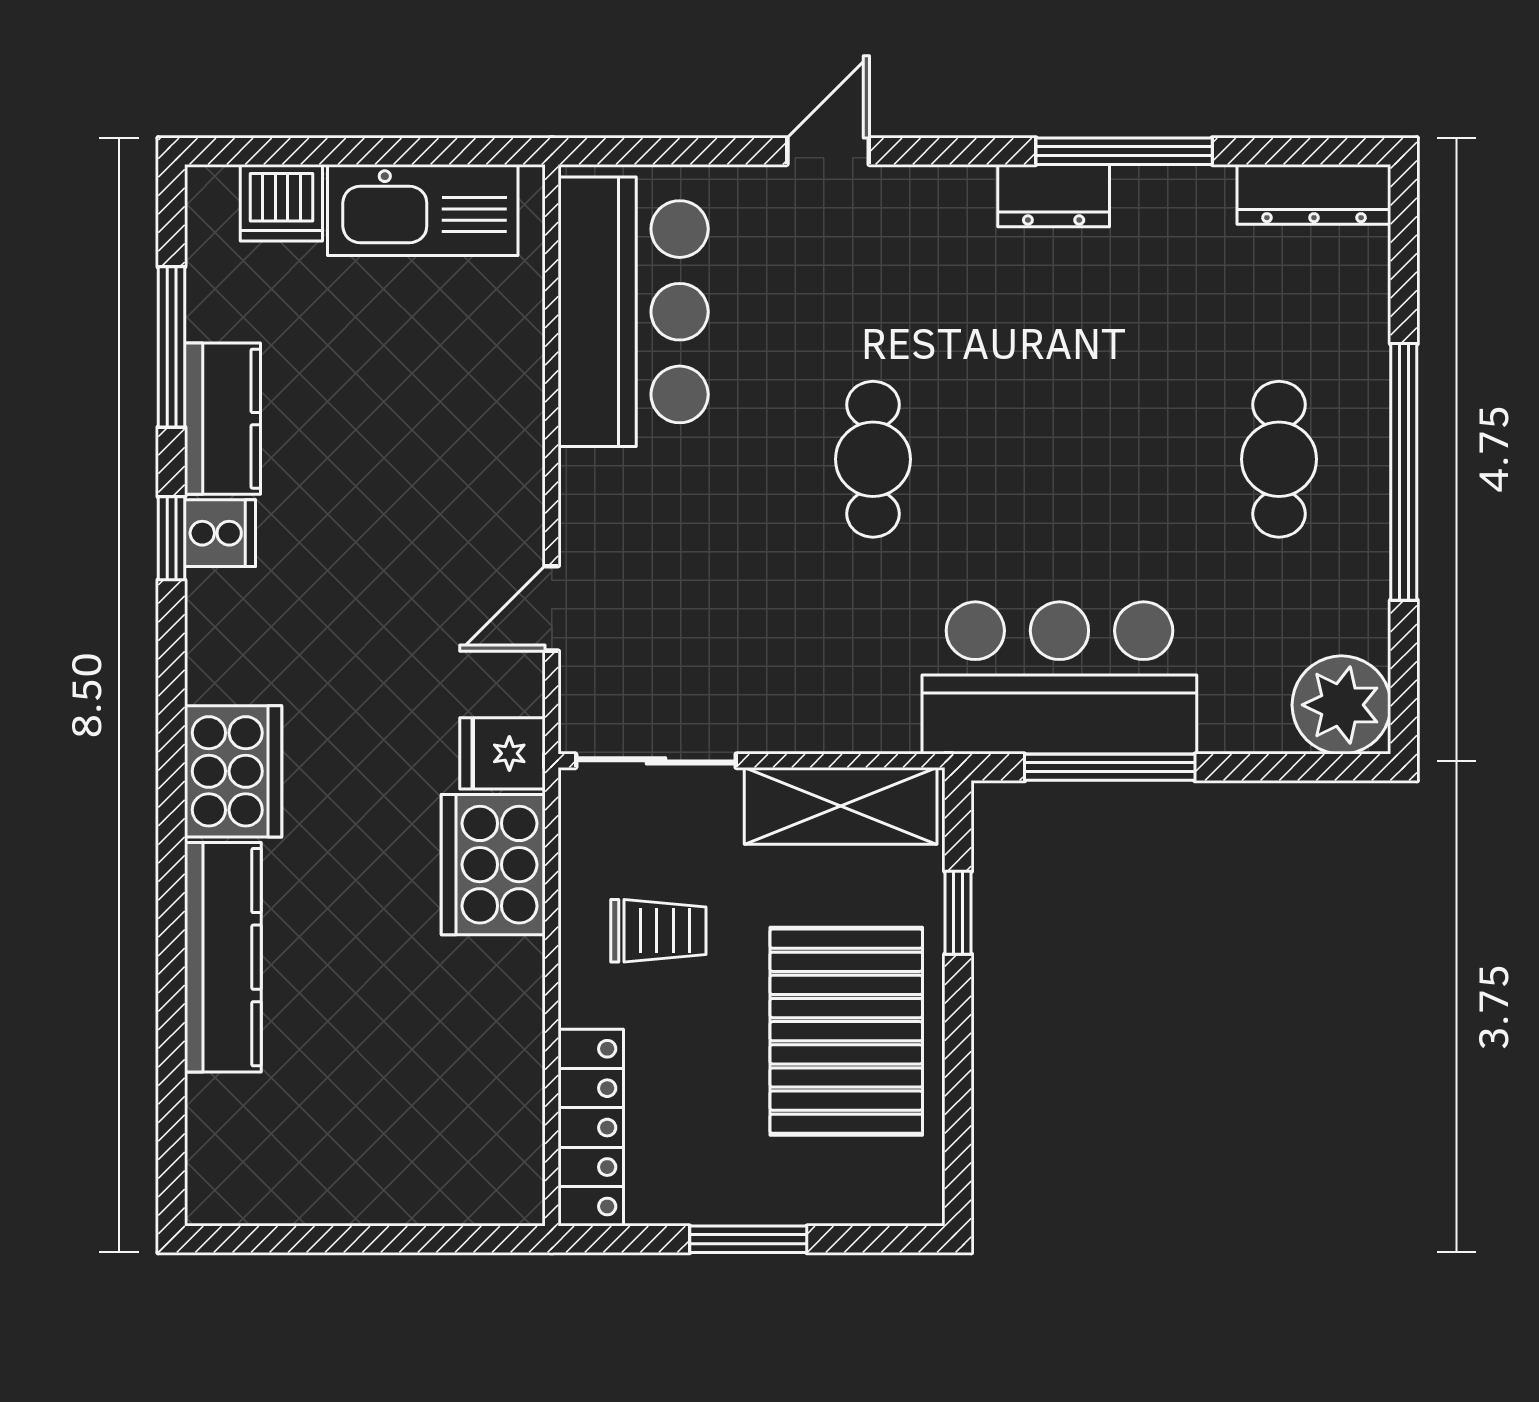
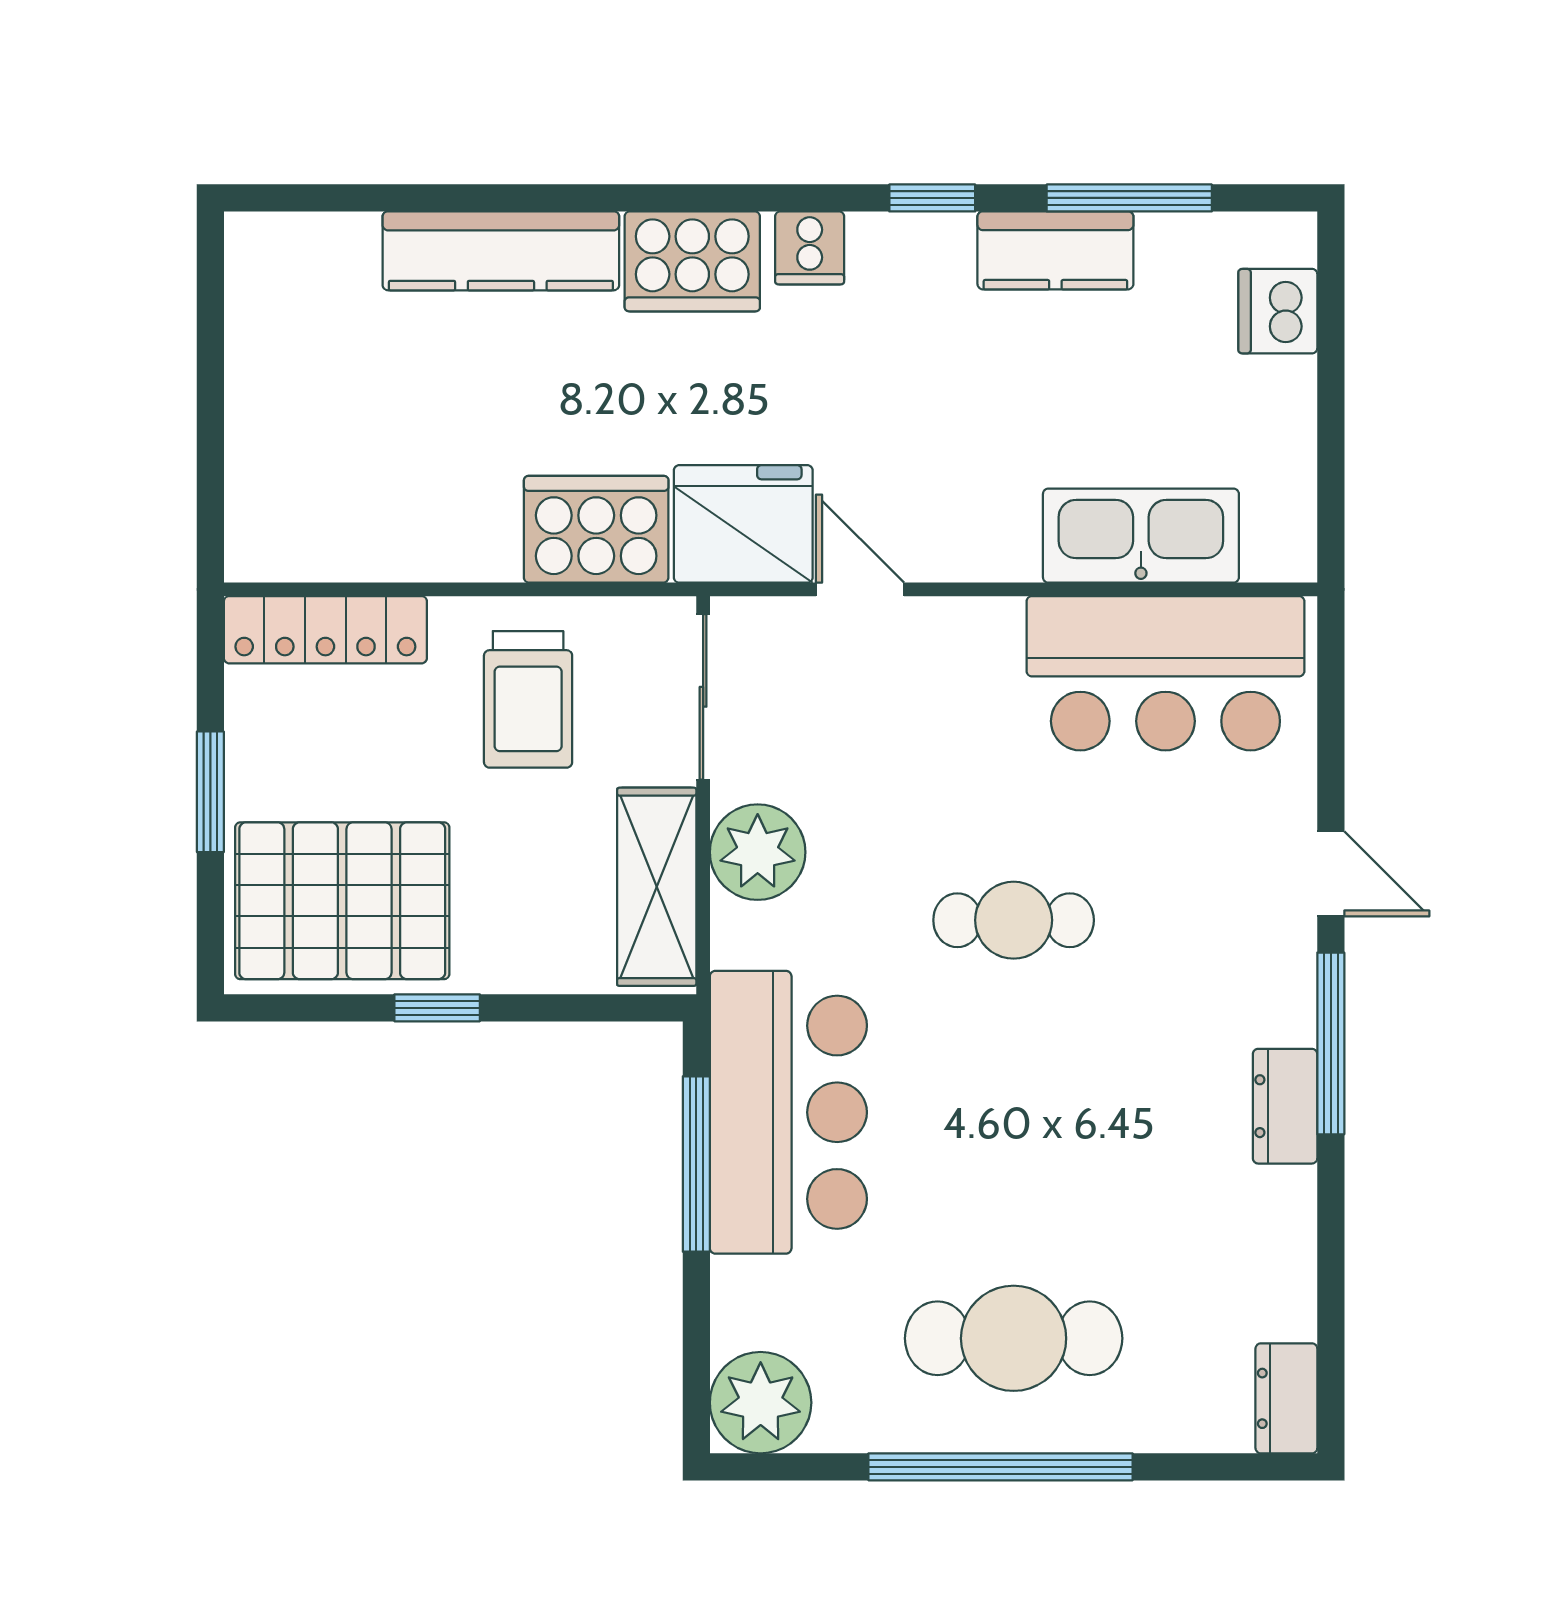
window: (1124, 151) -> (1331, 1043), moved
dresser: (1314, 194) -> (1286, 1398), width x0.70
kitchen sink: (423, 210) -> (1141, 536), moved, turned 90
cafe table: (1279, 459) -> (1014, 1338), width x1.37, depth x1.35
cooker: (220, 533) -> (810, 248), moved
plant: (807, 708) -> (758, 852), added
fridge: (502, 753) -> (743, 524), width x1.88, depth x1.34
window: (958, 913) -> (437, 1008), moved
trolley: (658, 931) -> (528, 699), width x1.36, depth x1.39
pallet: (846, 1031) -> (342, 901), moved

